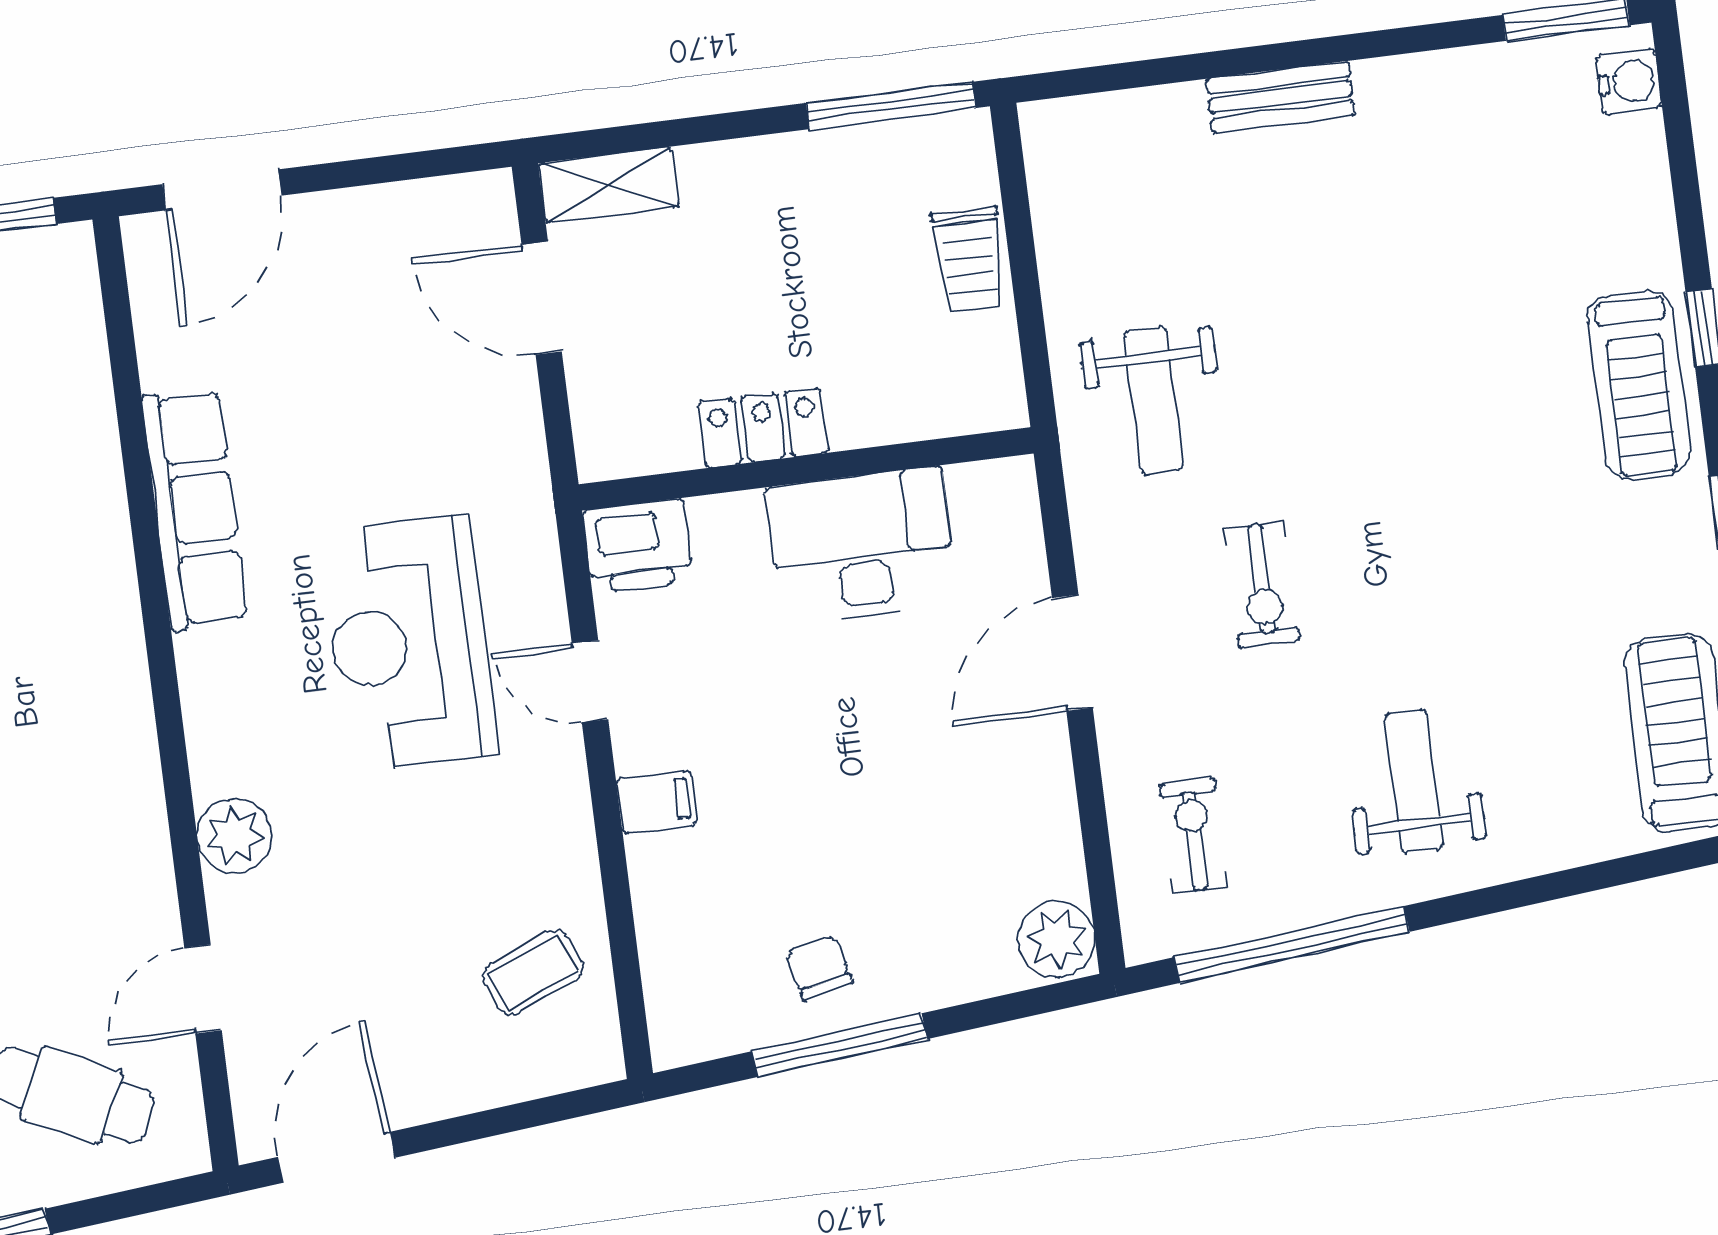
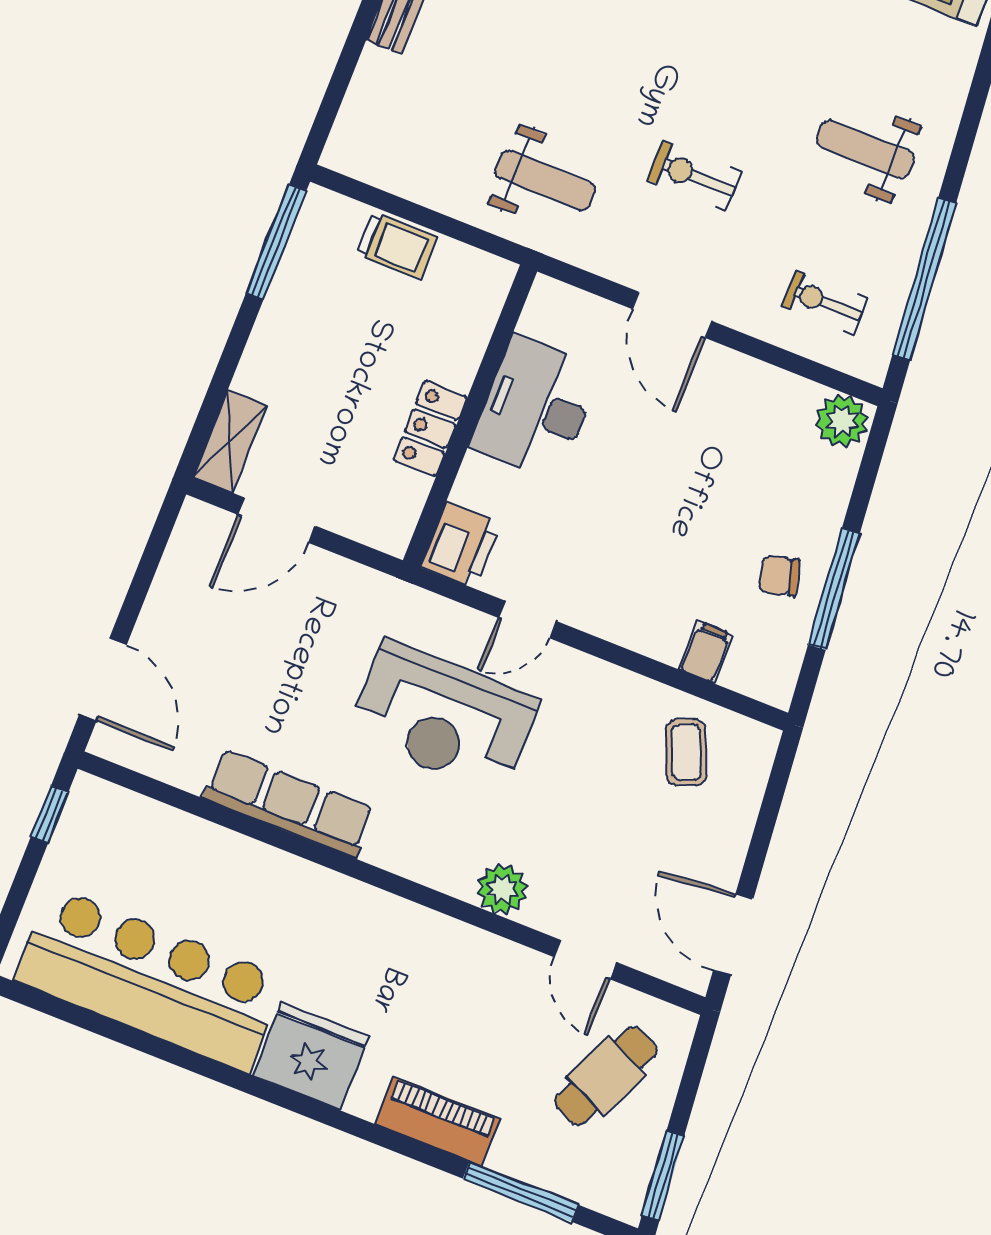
exercise bike: (1262, 585) -> (694, 176), turned 180
filing cabinet: (656, 802) -> (706, 652), moved

